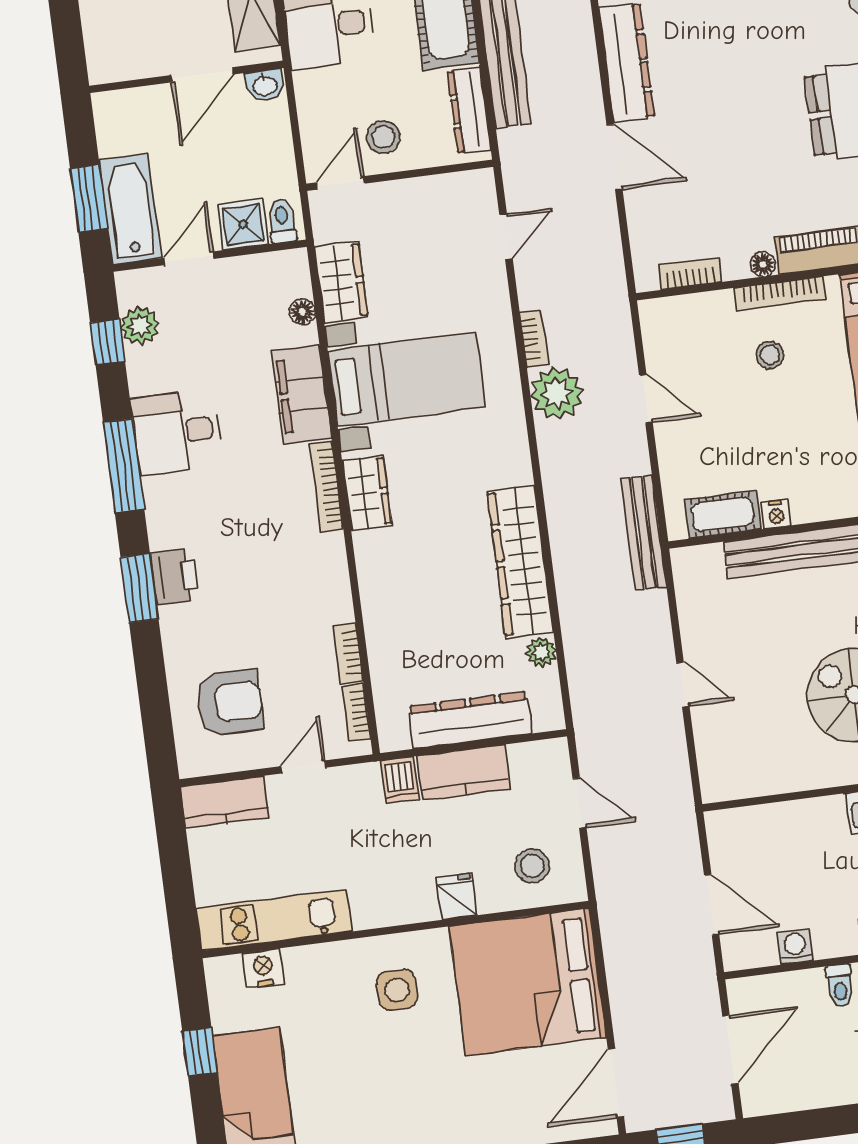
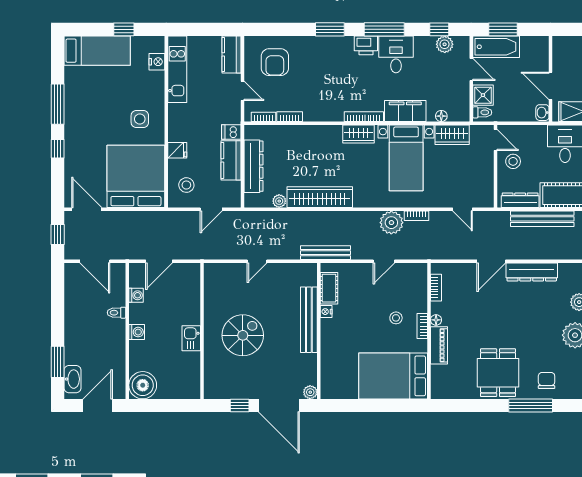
bookcase: (781, 293) -> (422, 326), width x0.64
printer: (175, 576) -> (366, 45), moved

